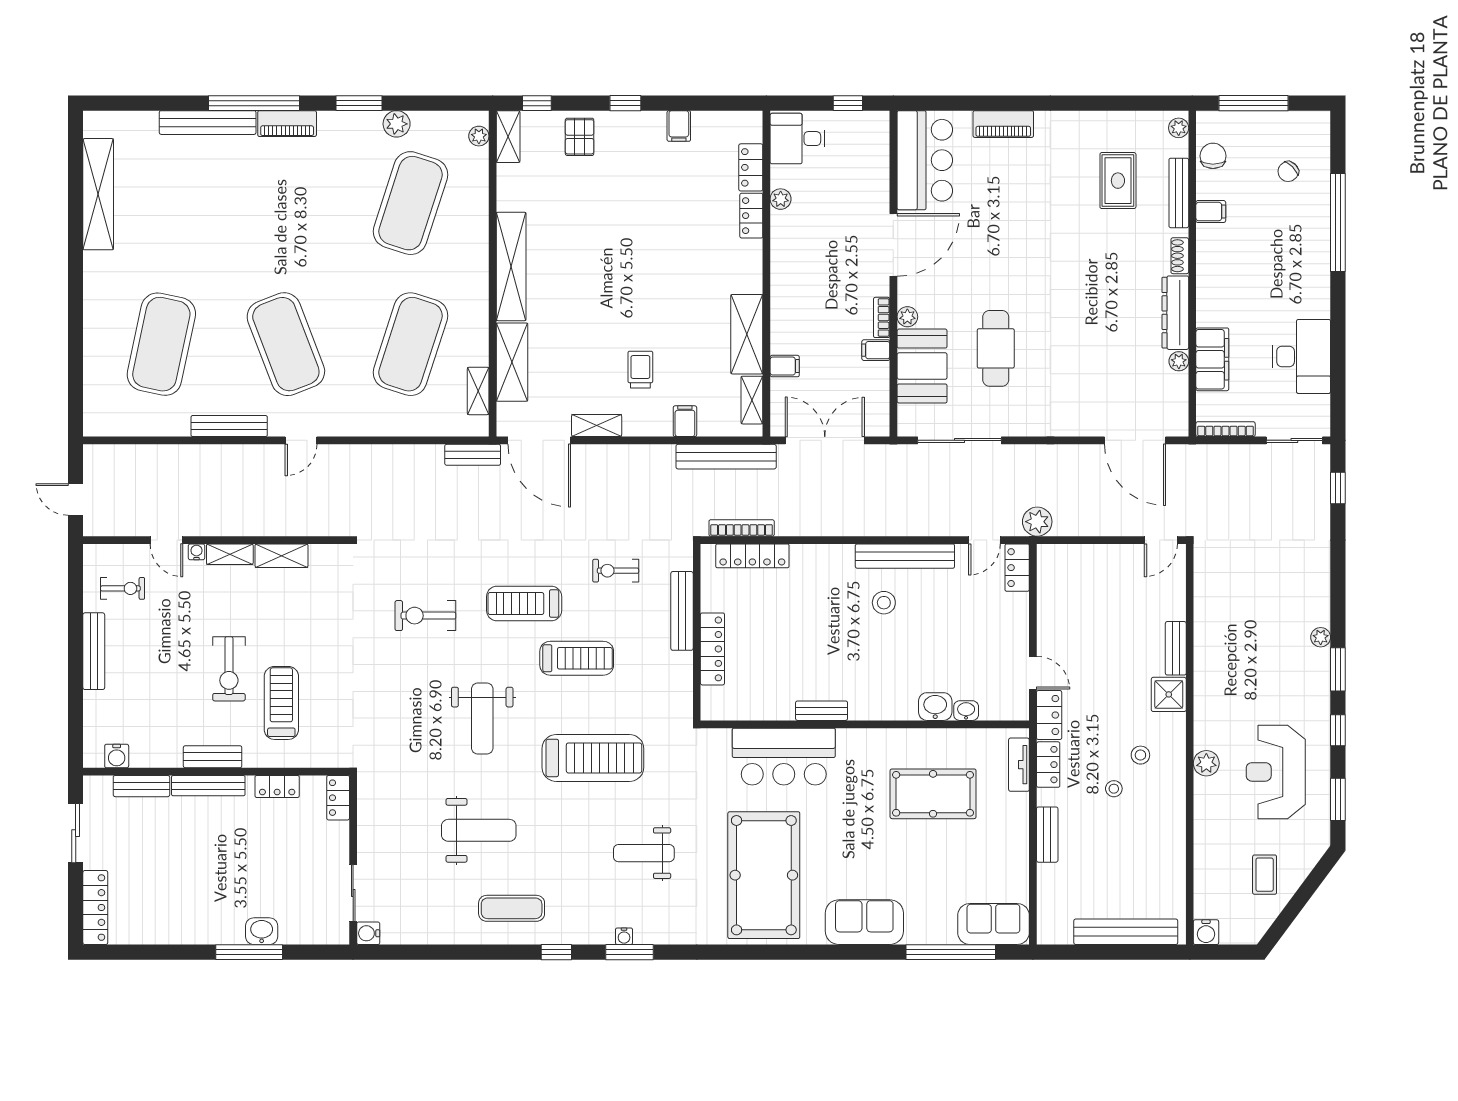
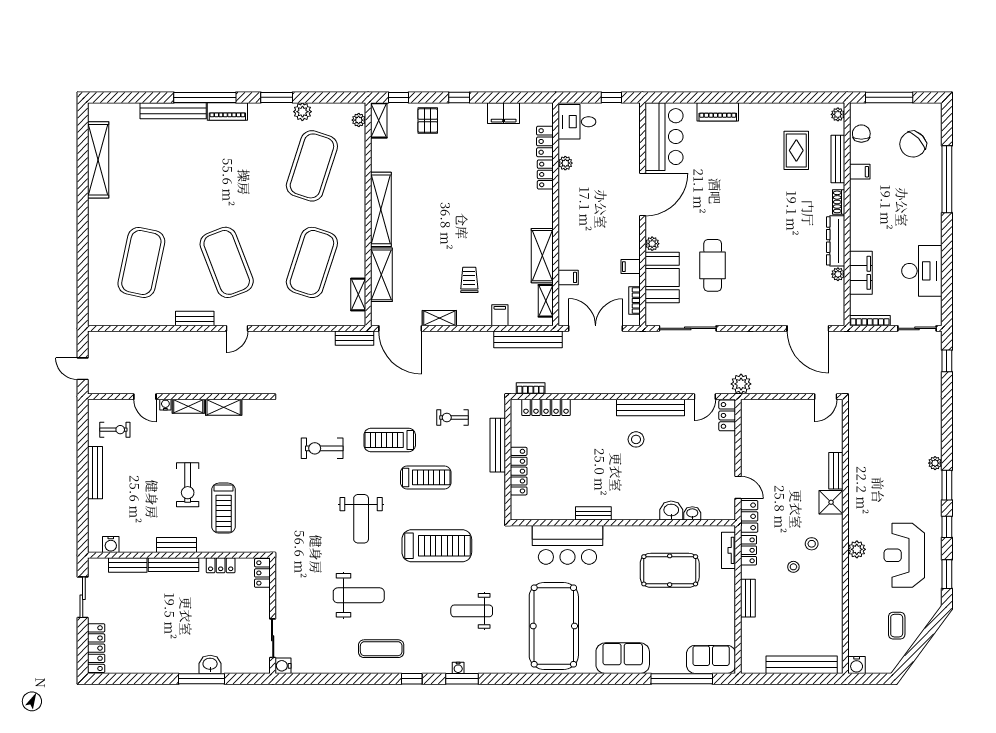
filing cabinet: (679, 126) -> (504, 113), width x2.00
chair: (1288, 171) -> (913, 144), width x1.87, depth x1.87
bookcase: (882, 317) -> (634, 300), moved
bench: (229, 426) -> (195, 319), width x0.73
bookcase: (742, 528) -> (531, 388), width x0.64
treadmill: (281, 703) -> (224, 508), turned 180

